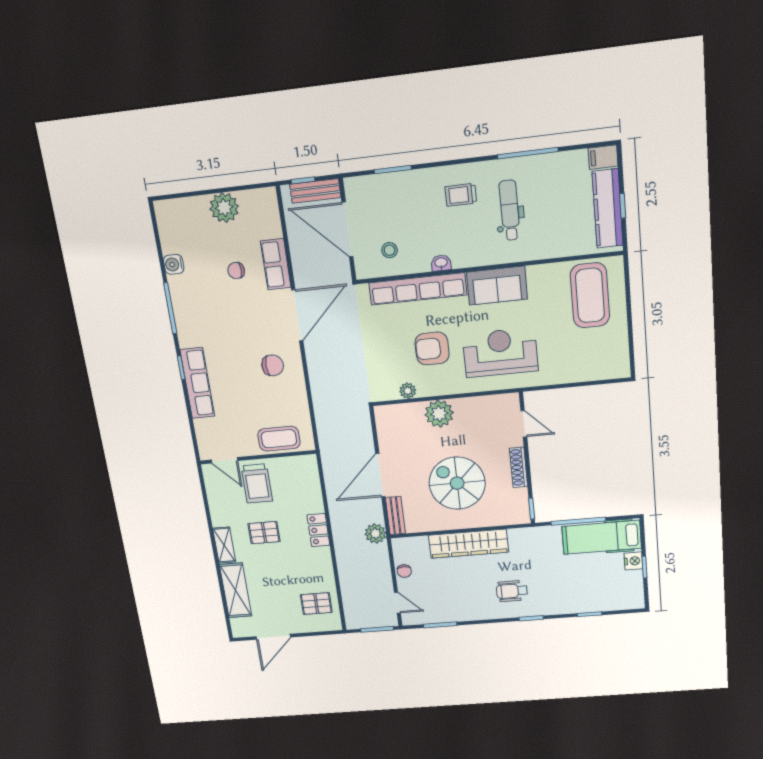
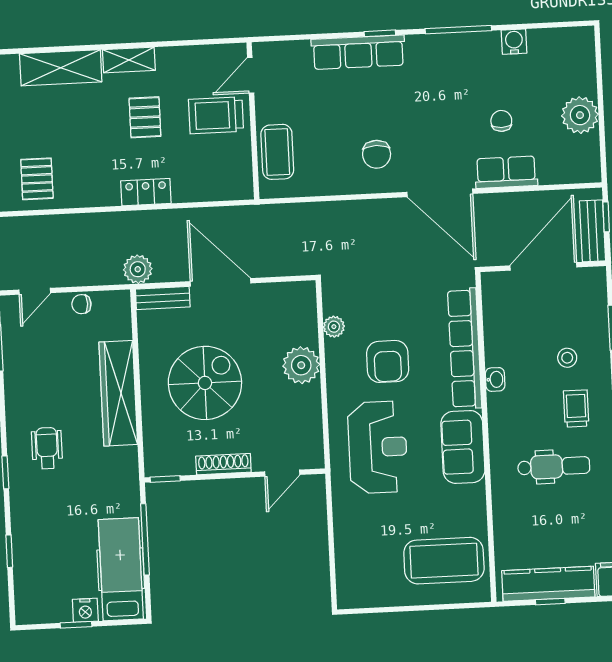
stool: (390, 250) -> (567, 358), moved
armchair: (432, 348) -> (388, 361), turned 180

